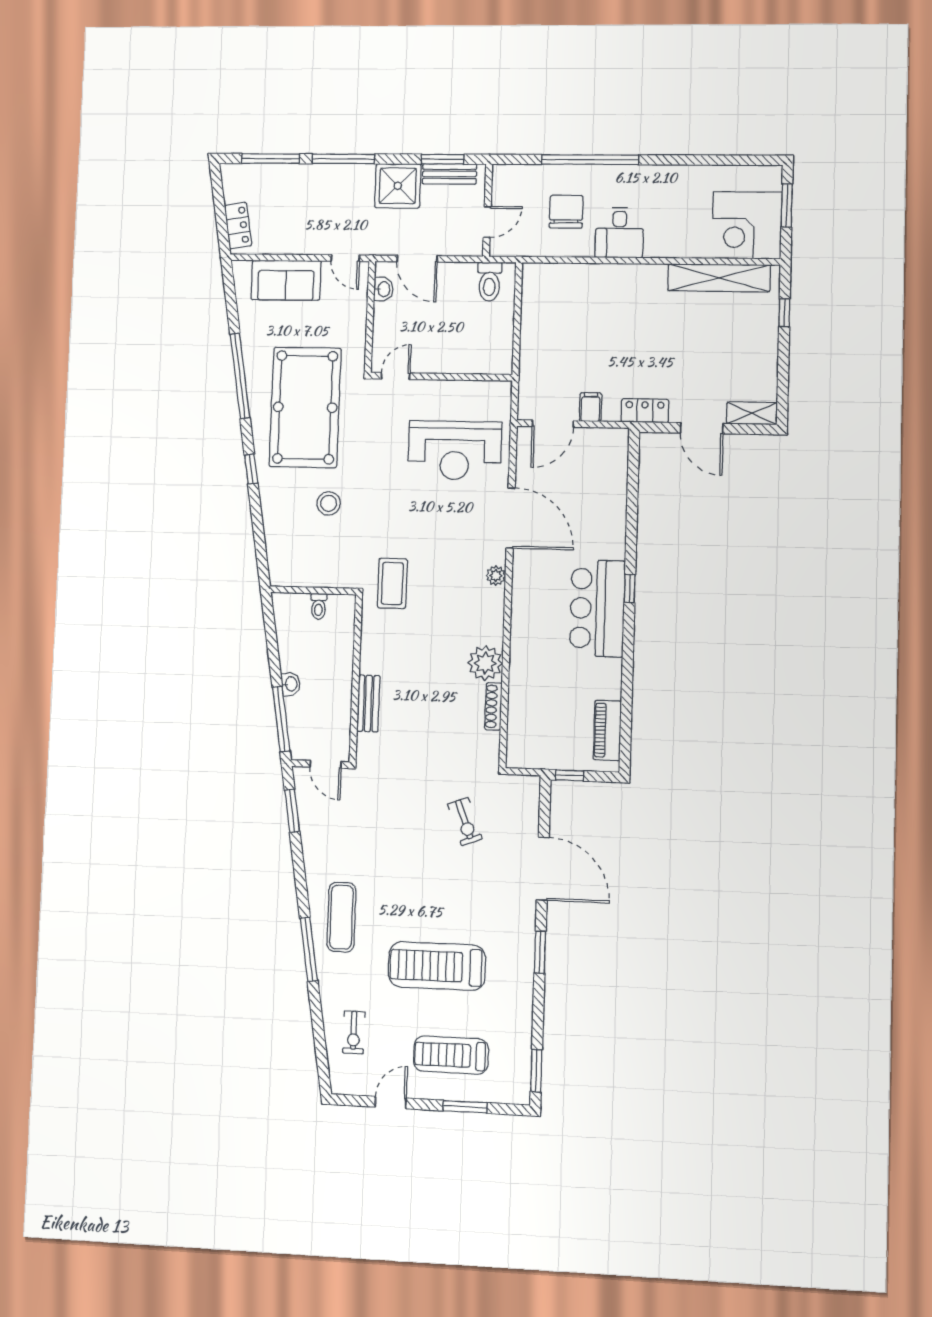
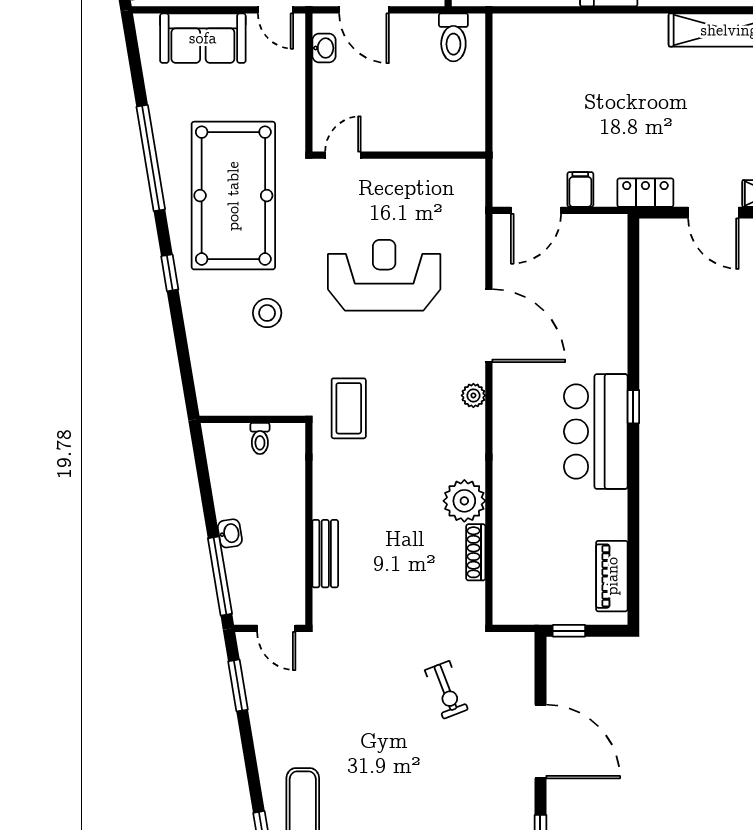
reception desk: (455, 450) -> (384, 275), moved, turned 180

